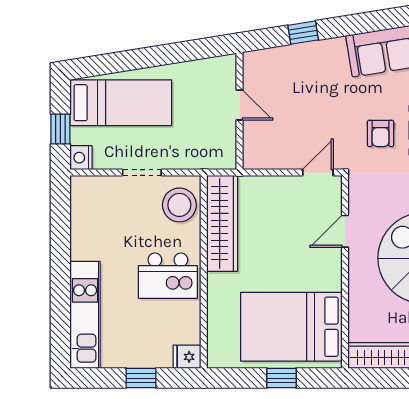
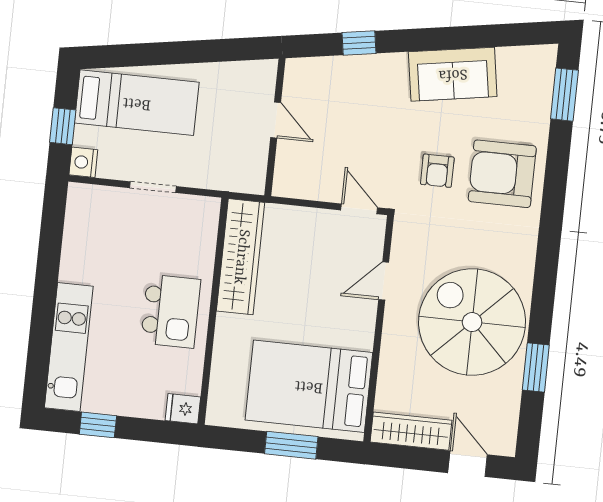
door: (318, 173) -> (359, 209), hinge flipped
stool: (179, 205) -> (193, 230), removed
kitchen island: (168, 276) -> (171, 311), turned -90
window: (141, 378) -> (98, 425), moved
window: (282, 378) -> (291, 445), width x1.50

